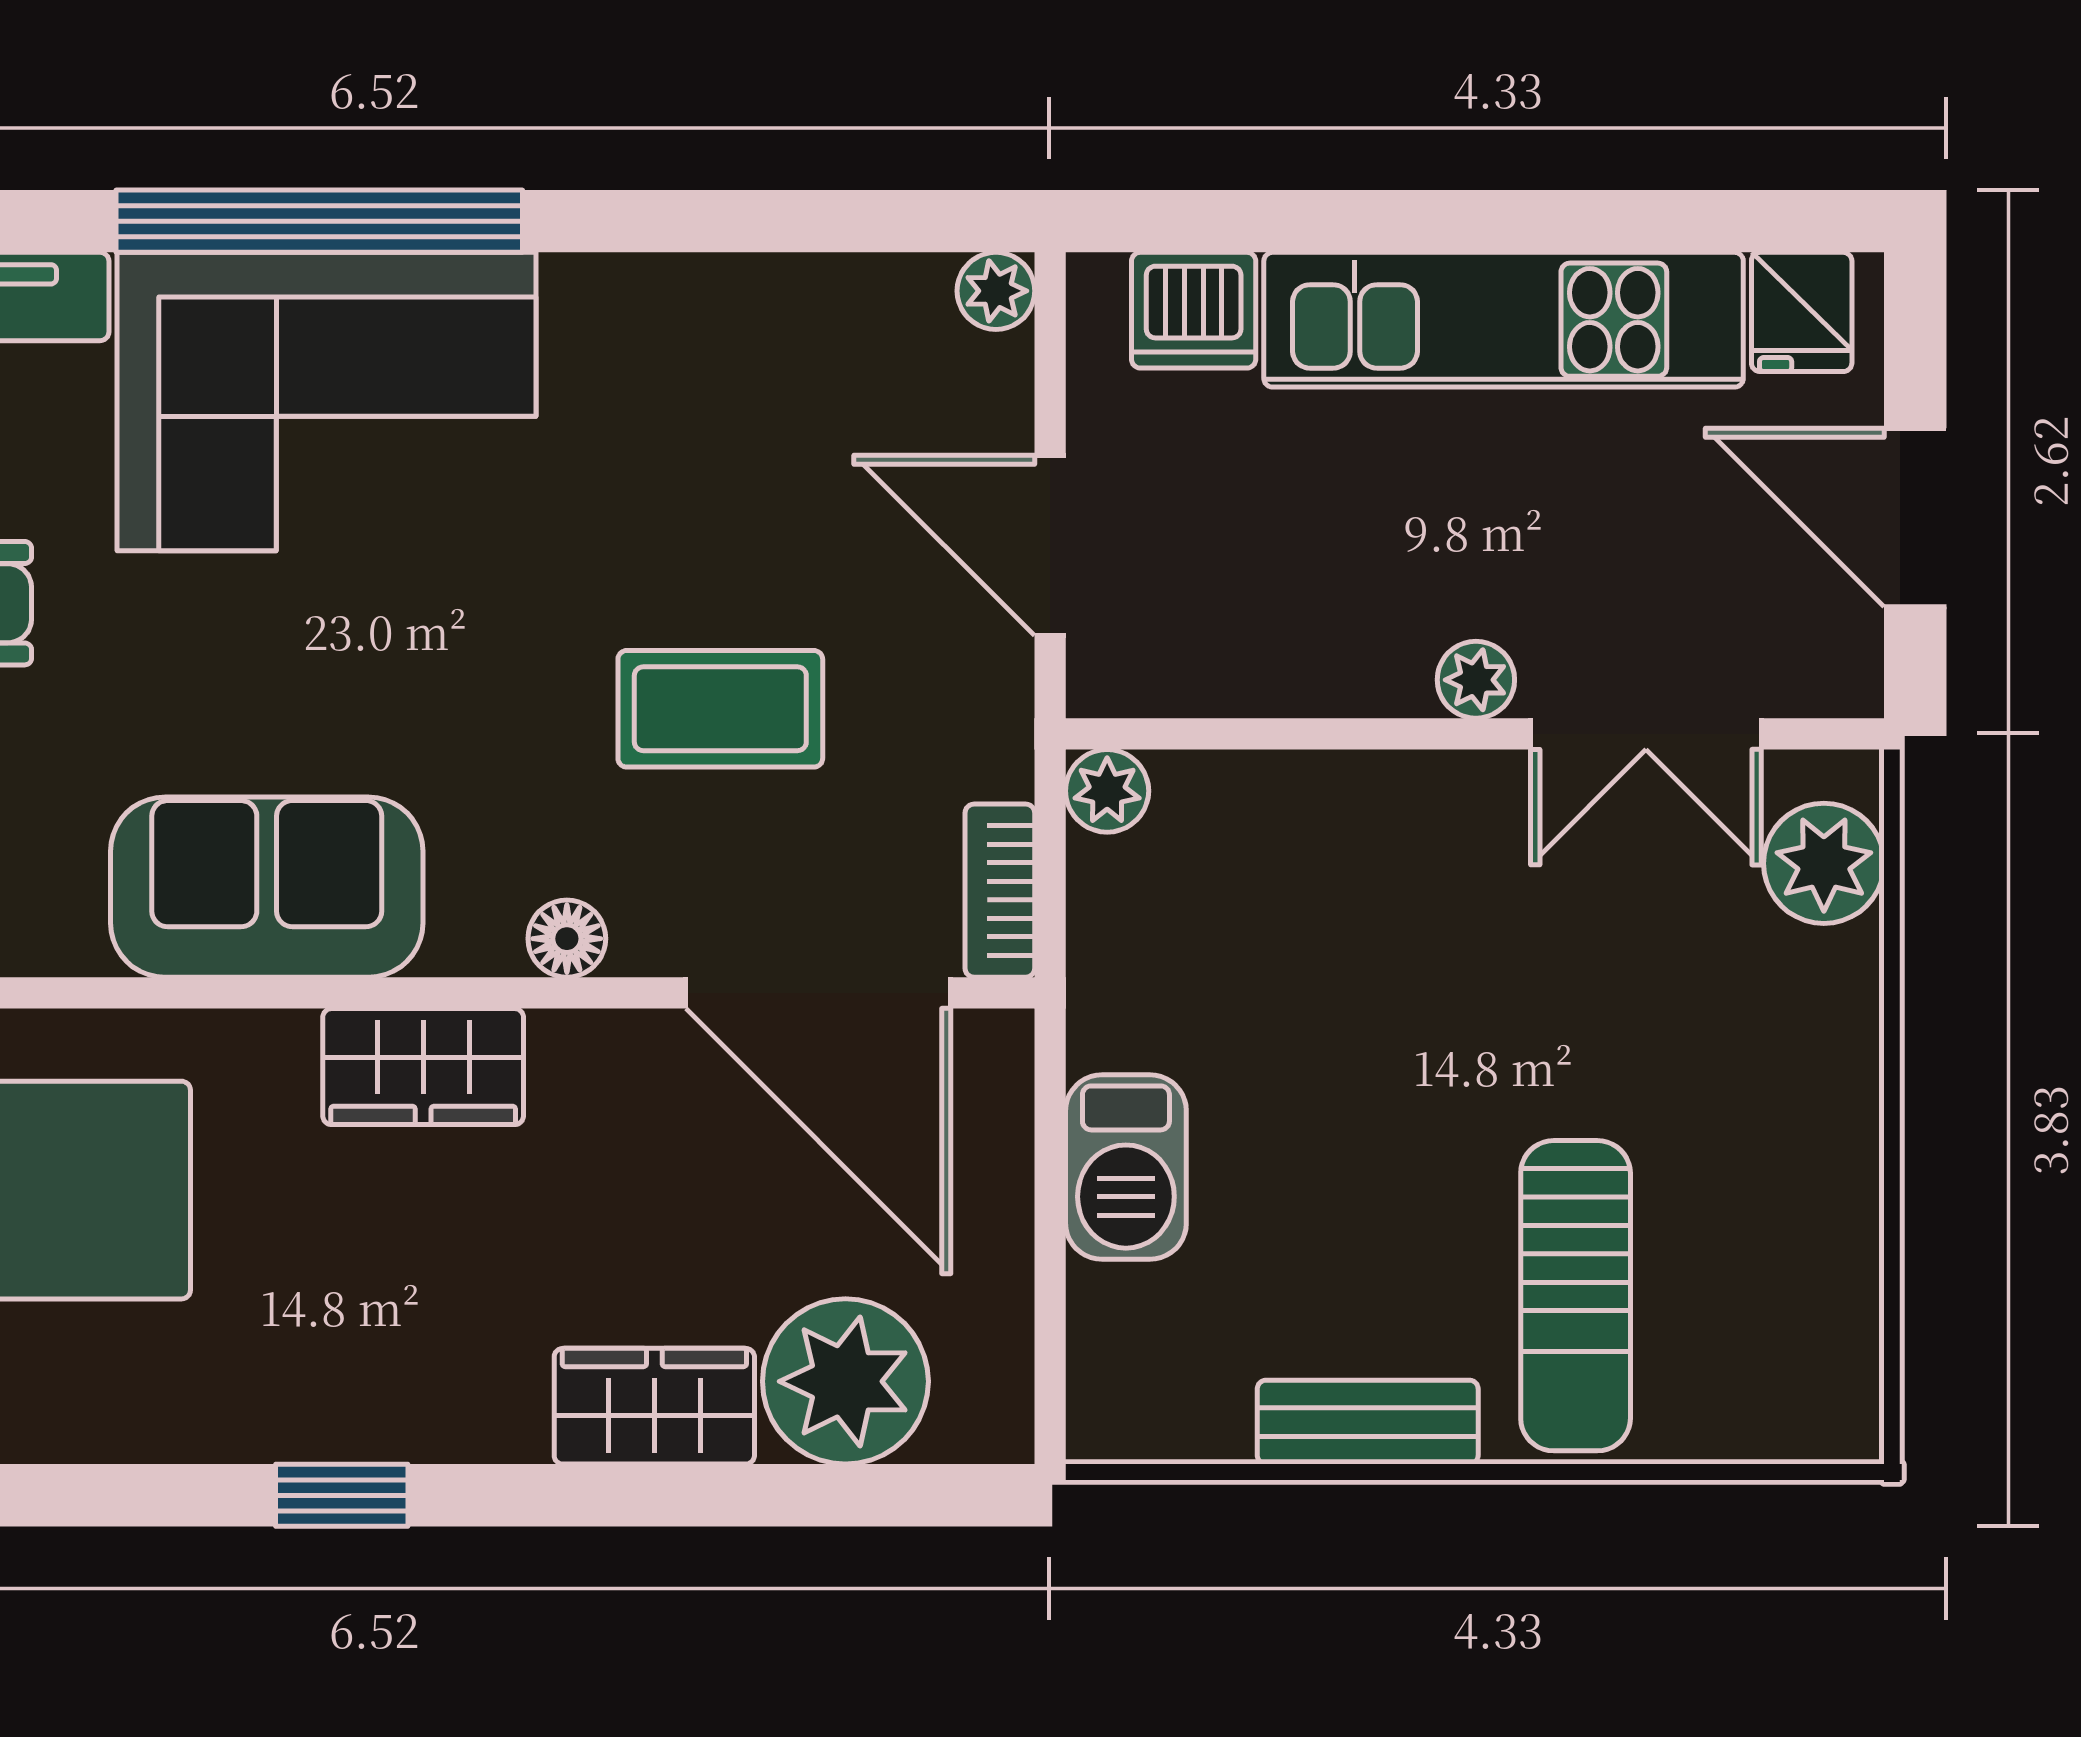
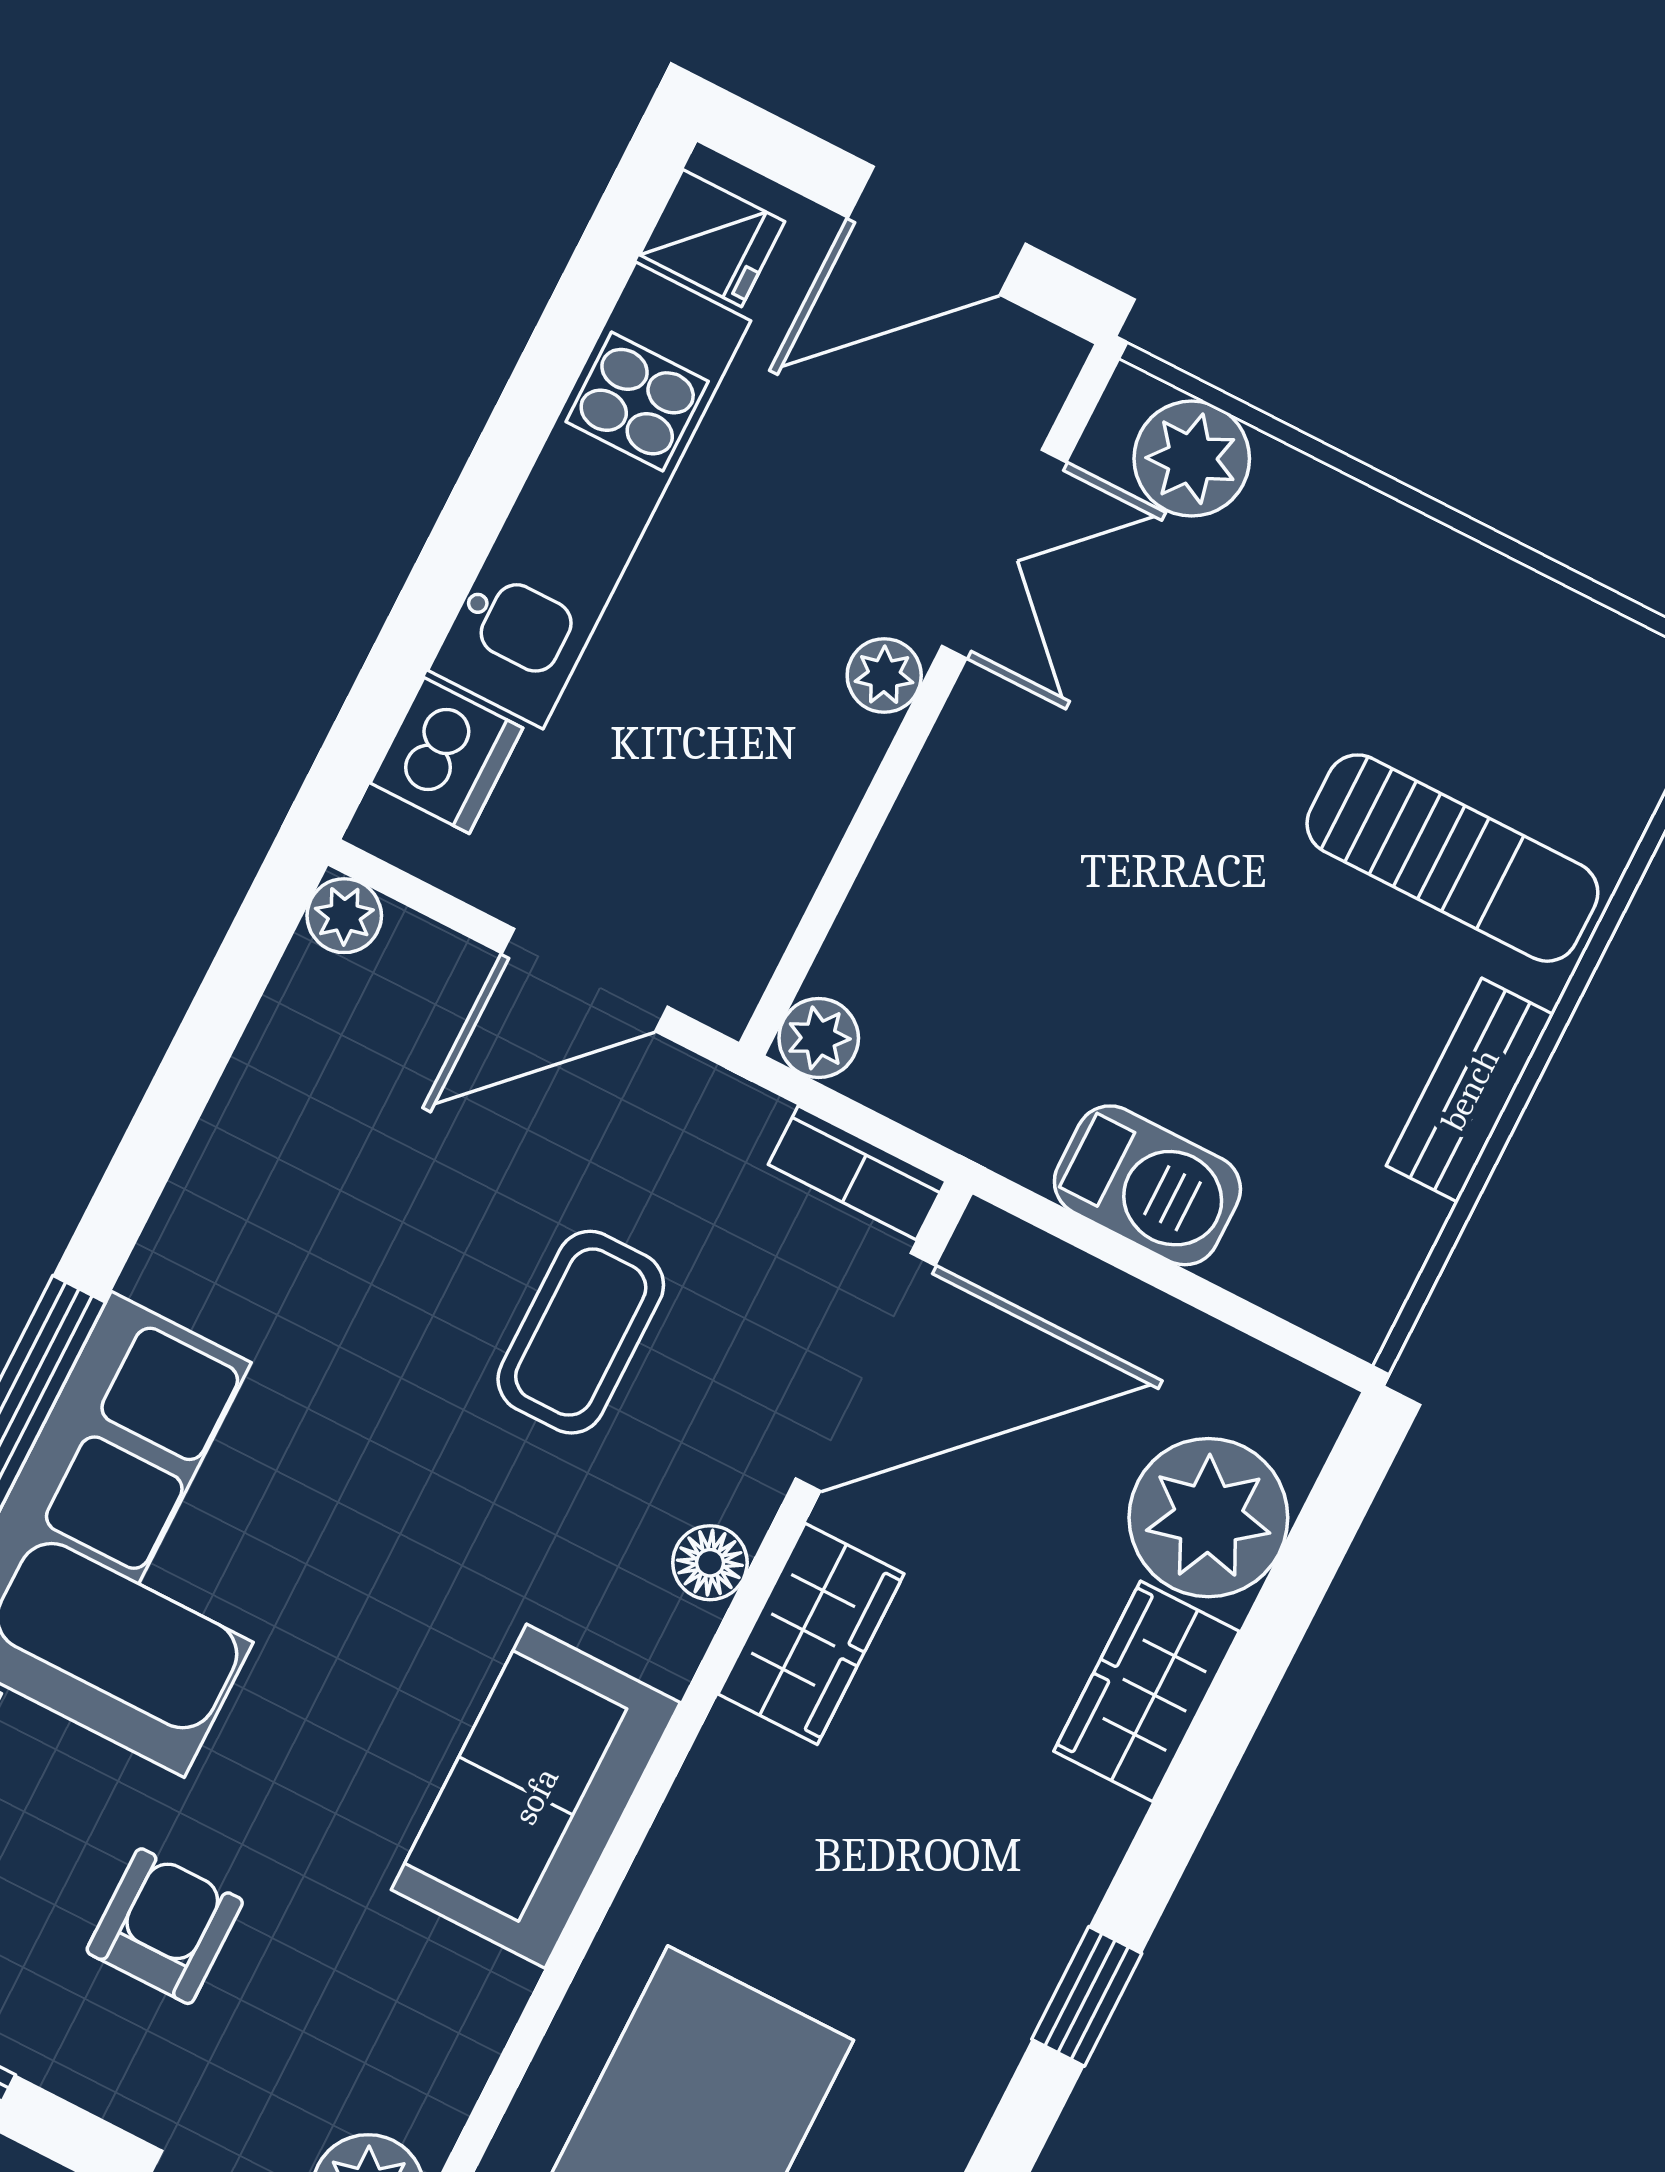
wardrobe: (423, 1067) -> (811, 1634), moved

